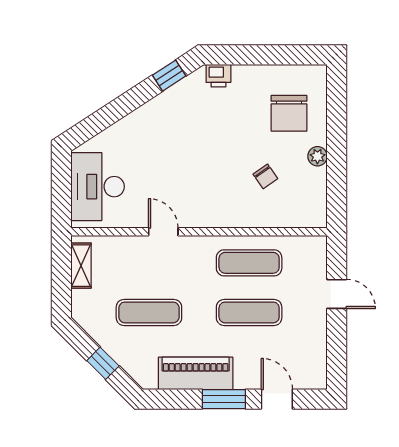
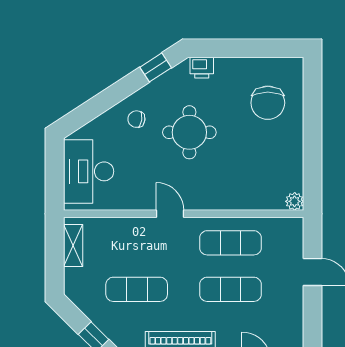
round table: (205, 145) -> (189, 132), added
plant: (317, 156) -> (295, 201), moved
chair: (265, 176) -> (136, 119), moved, turned 134
door: (163, 232) -> (170, 214), moved

